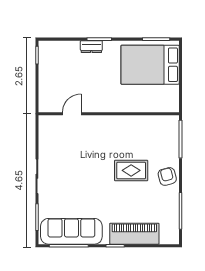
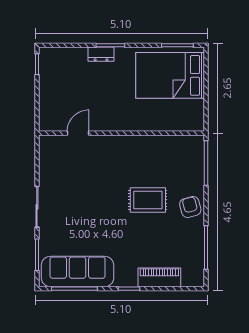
piano: (134, 234) -> (159, 277), width x0.73, depth x0.75

